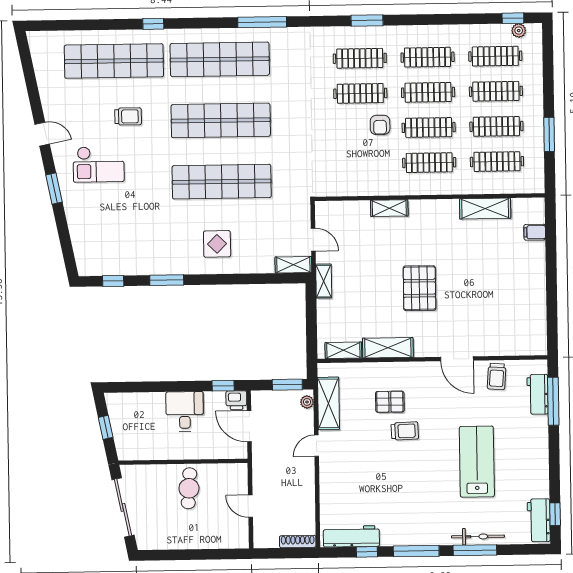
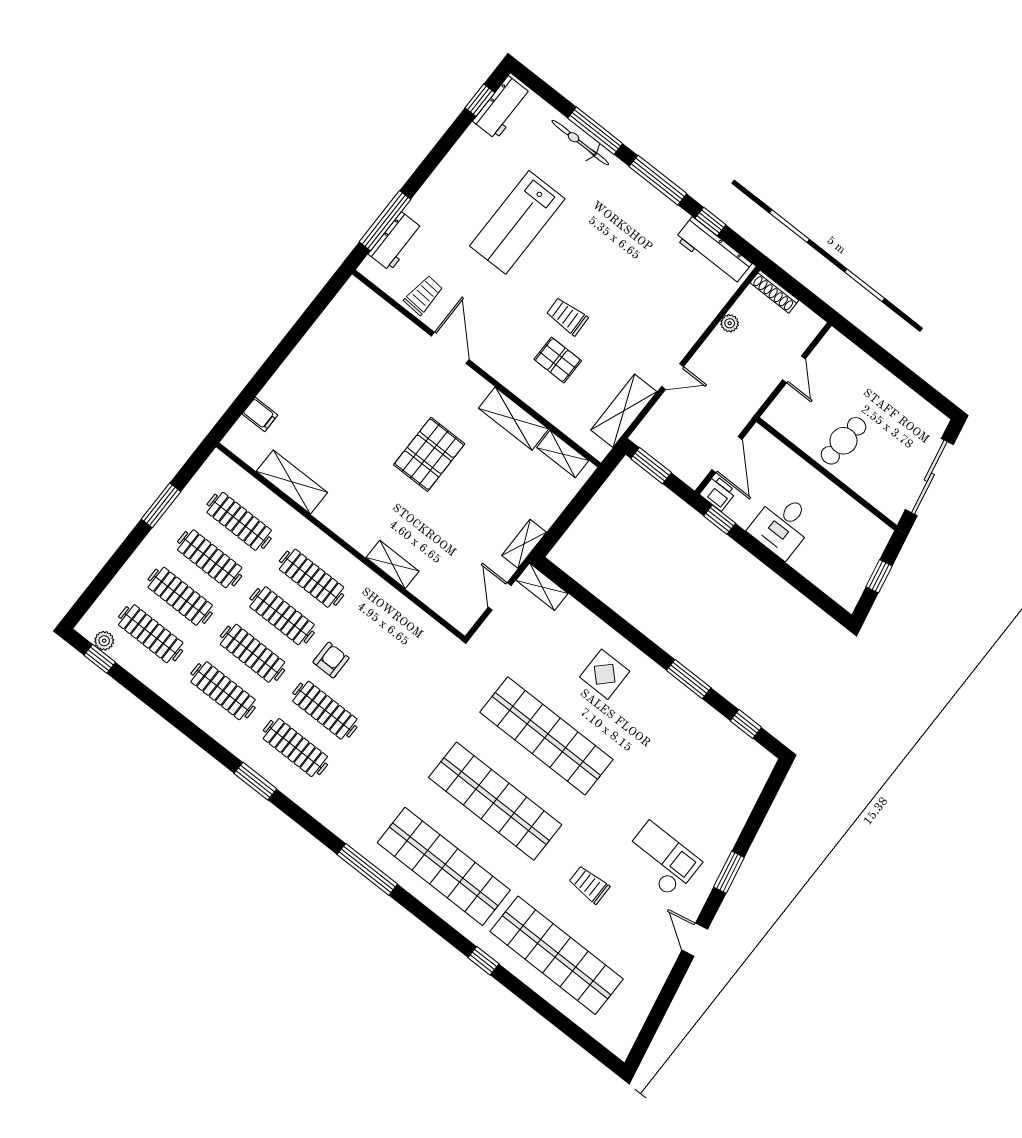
plant: (307, 402) -> (730, 323), moved

